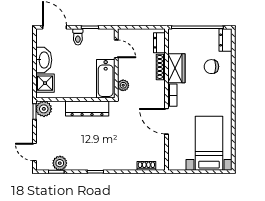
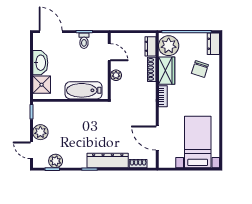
toilet: (78, 37) -> (84, 41), moved
plant: (178, 42) -> (169, 46), added
chair: (211, 67) -> (200, 69), turned -72
bathtub: (106, 79) -> (84, 90), moved, turned 90
plant: (123, 85) -> (116, 75), moved
plant: (44, 109) -> (40, 132), moved
dresser: (87, 109) -> (108, 160), moved, turned 180
door: (167, 121) -> (157, 138), moved

